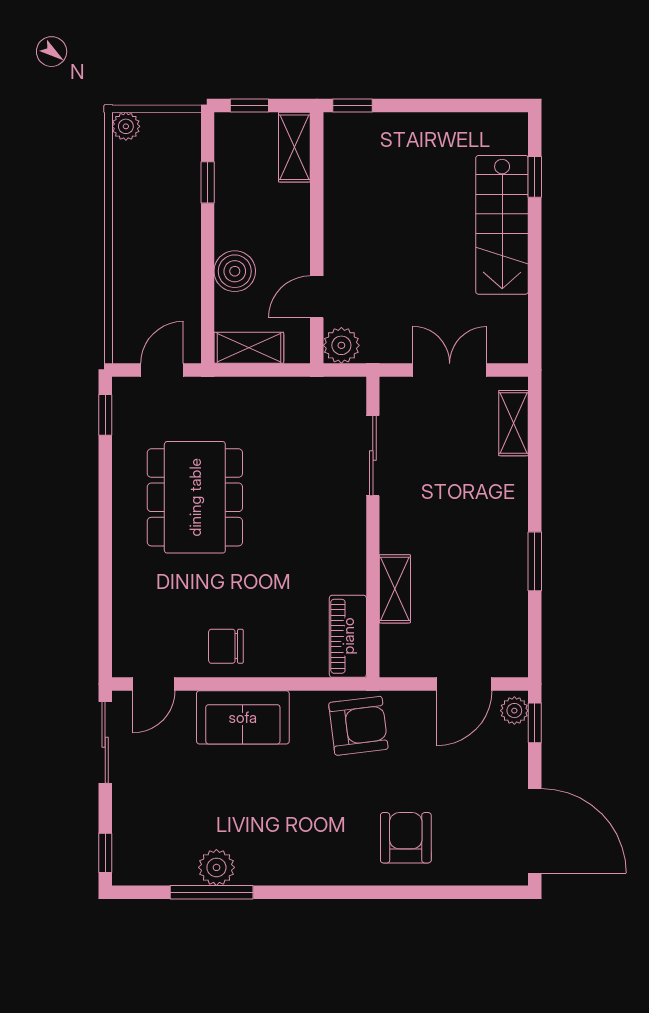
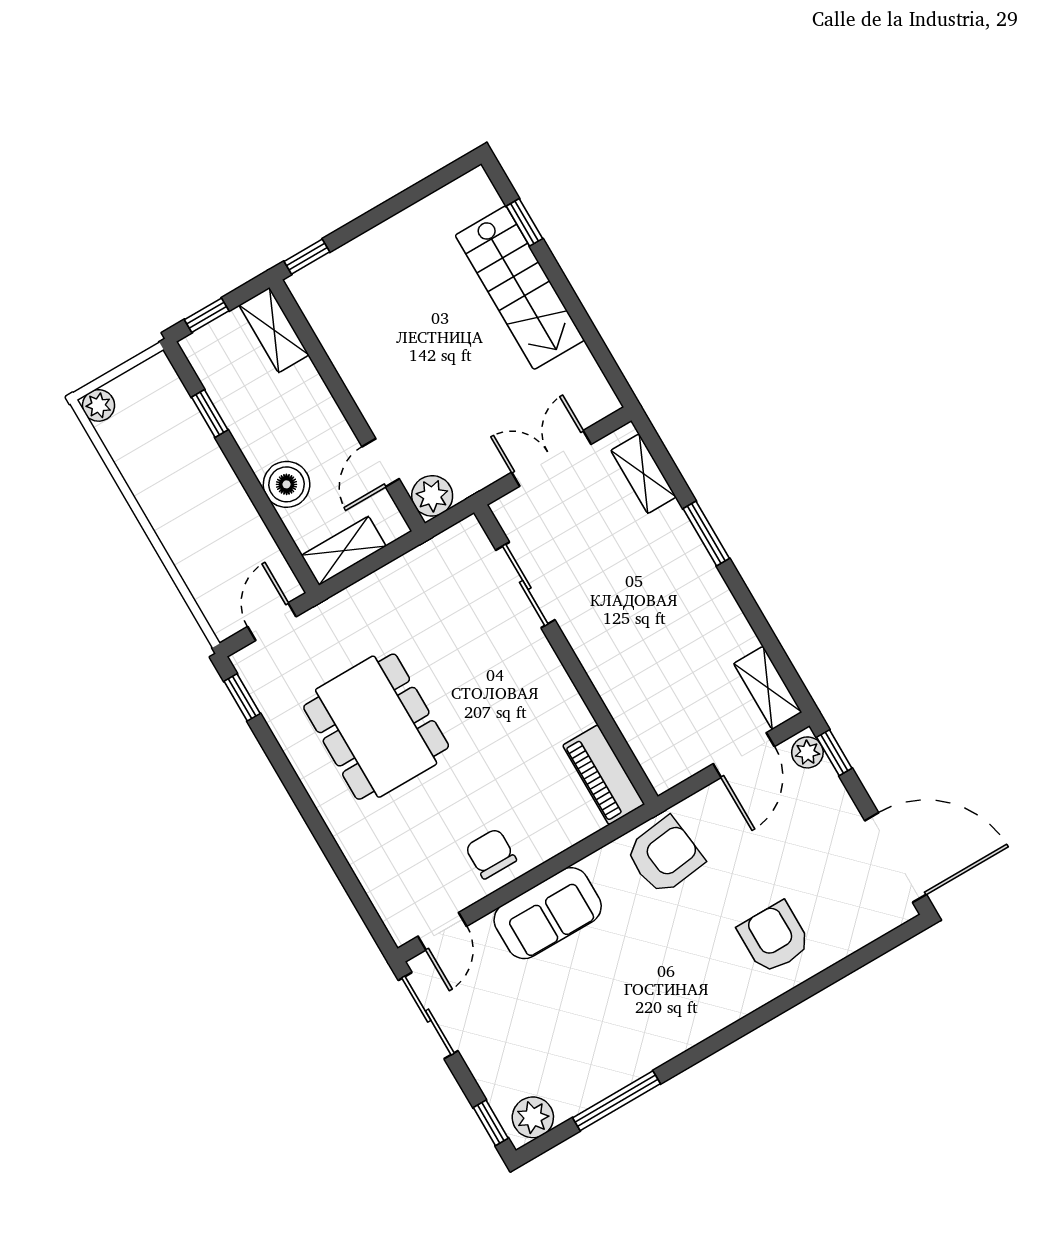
window: (535, 561) -> (706, 534), moved
shelving: (395, 589) -> (768, 688), moved
chair: (226, 646) -> (491, 854), turned 90
plant: (216, 867) -> (533, 1117), moved

